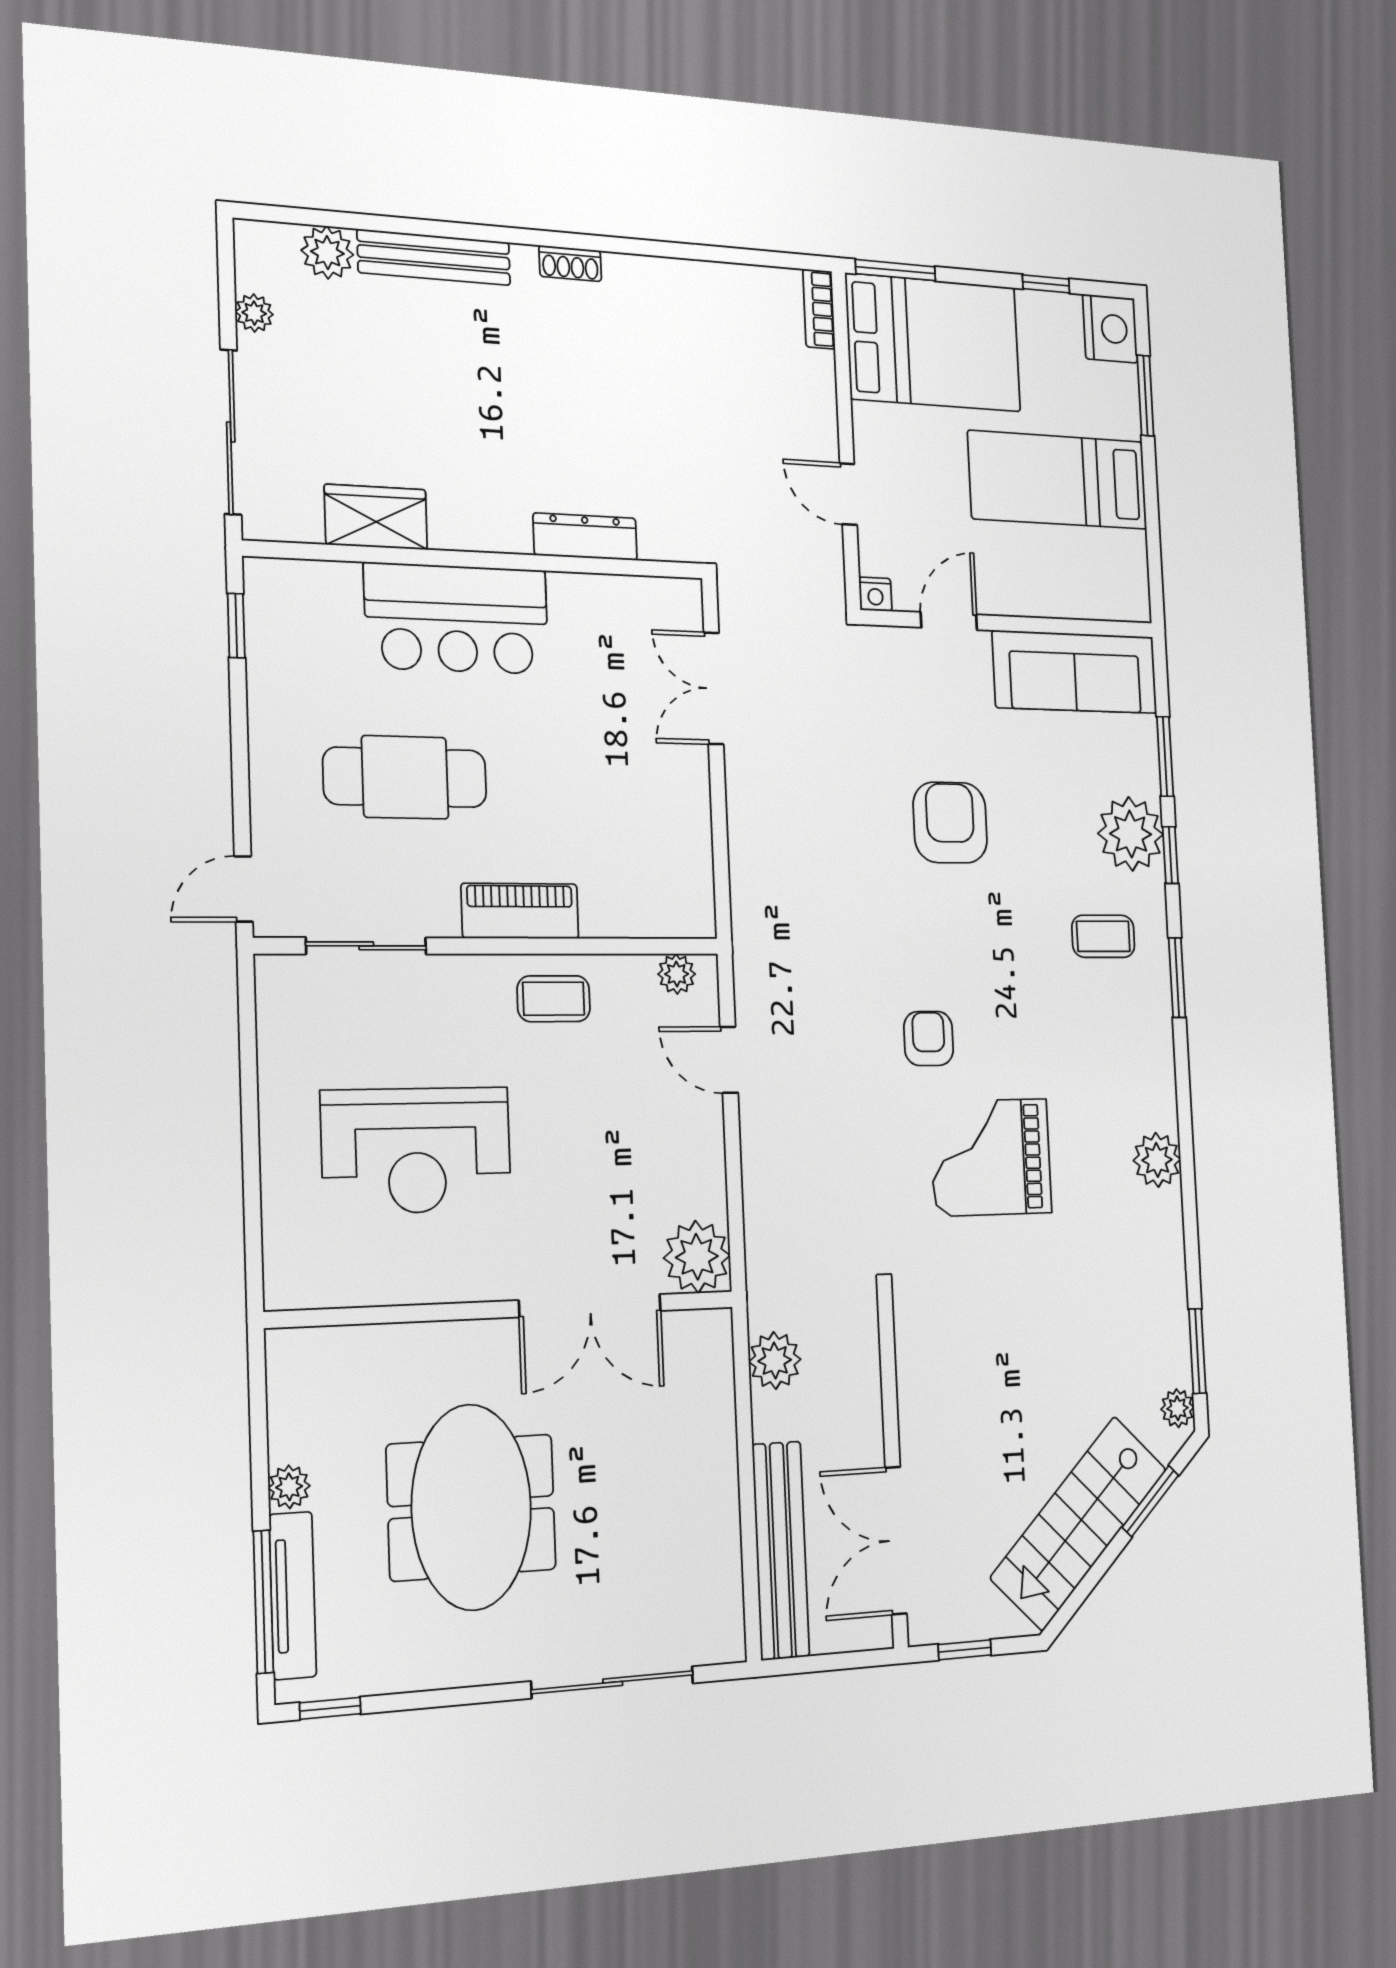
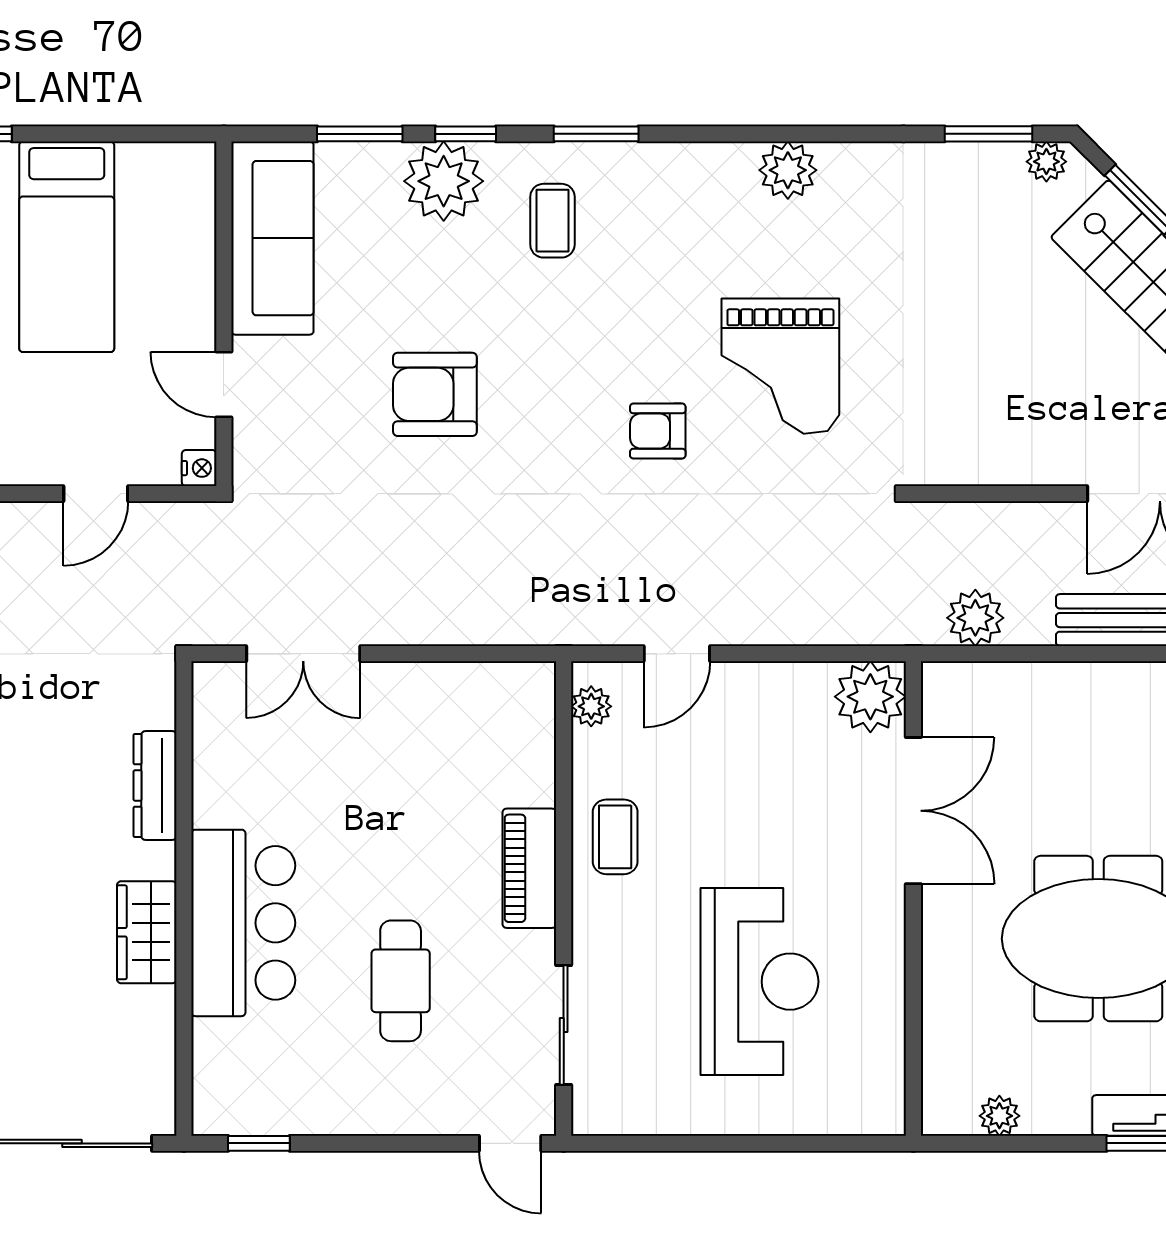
wardrobe: (376, 517) -> (147, 932), moved
cafe table: (405, 777) -> (401, 981), width x0.73, depth x0.74
plant: (289, 1487) -> (999, 1116), moved

